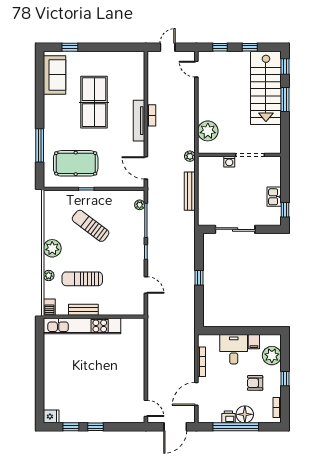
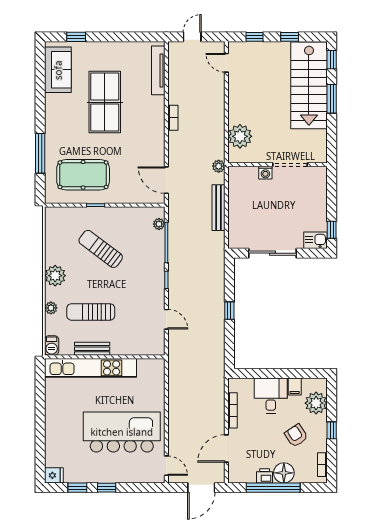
tv unit: (139, 121) -> (158, 70), moved
kitchen sink: (274, 197) -> (315, 240), moved, turned 90
kitchen island: (108, 380) -> (122, 432), added
armchair: (255, 383) -> (296, 436), turned 57

